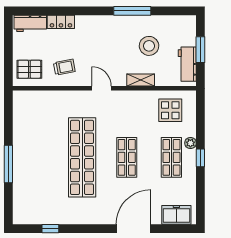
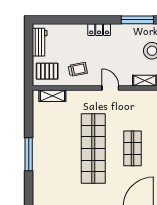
locker: (61, 22) -> (99, 30), moved
workbench: (30, 23) -> (40, 42), moved, turned -90
shelving: (35, 97) -> (52, 96), added

